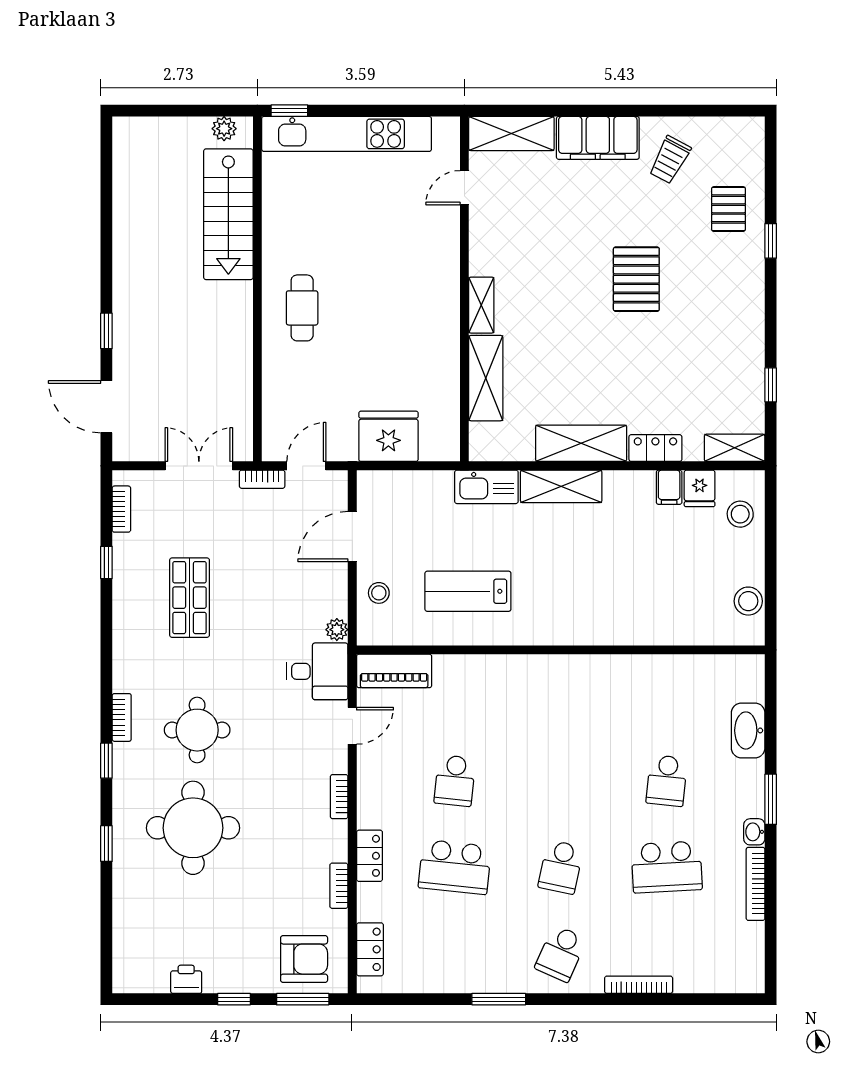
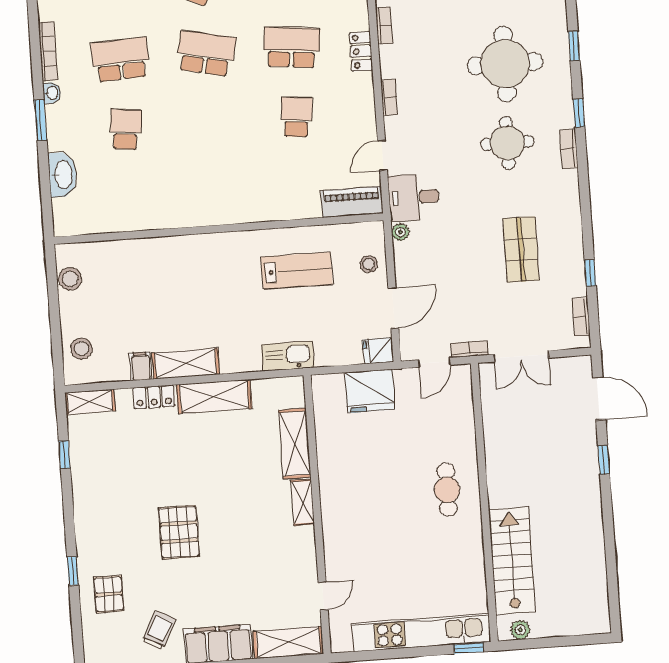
shelving: (561, 486) -> (186, 364), moved
fridge: (700, 488) -> (378, 351), moved, turned -90
school desk: (561, 867) -> (206, 53), width x1.85

